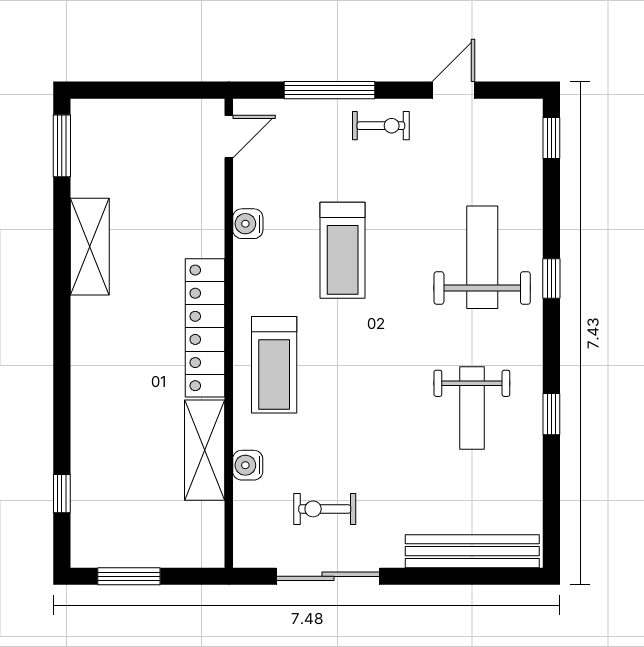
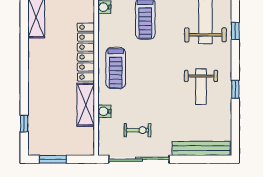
exercise bike: (325, 509) -> (138, 130), turned 180
sliding door: (328, 576) -> (139, 159), width x1.36

